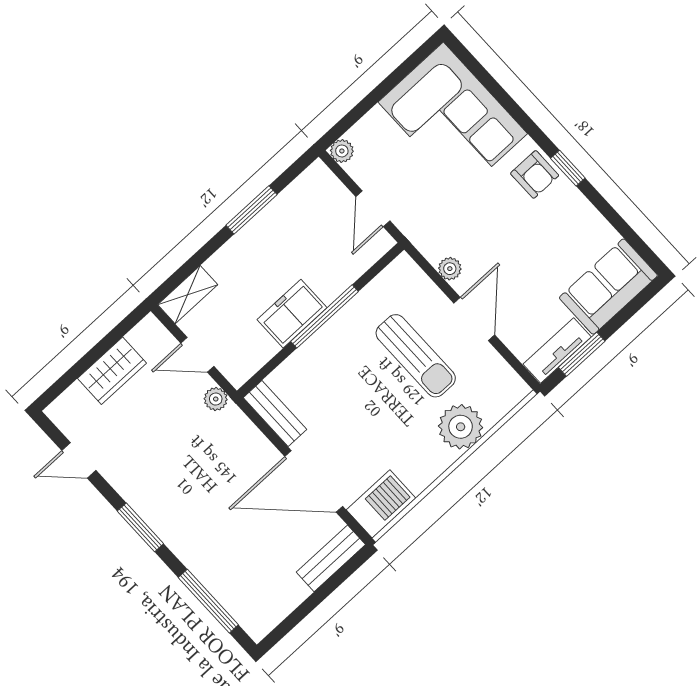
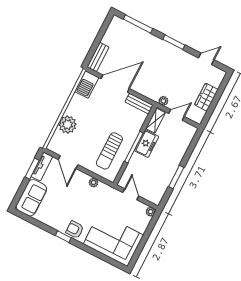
shelving: (188, 295) -> (155, 121), moved
door: (474, 319) -> (68, 162), moved
sun lounger: (416, 356) -> (109, 151), moved, turned -90

